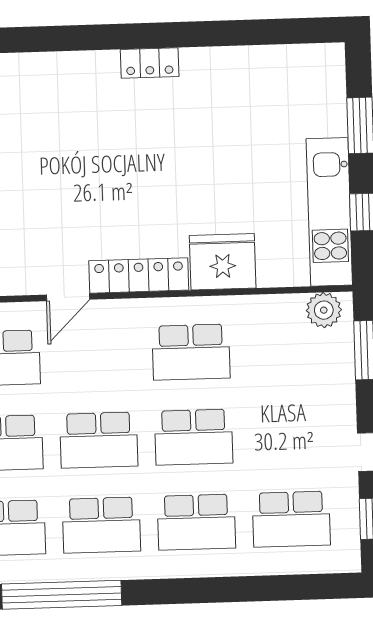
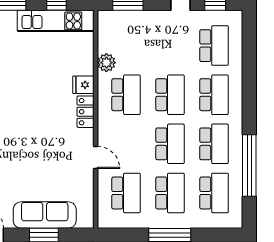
fridge: (223, 262) -> (83, 85), width x0.53, depth x0.75
locker: (139, 275) -> (86, 112), width x0.66
plant: (324, 310) -> (106, 63), moved

